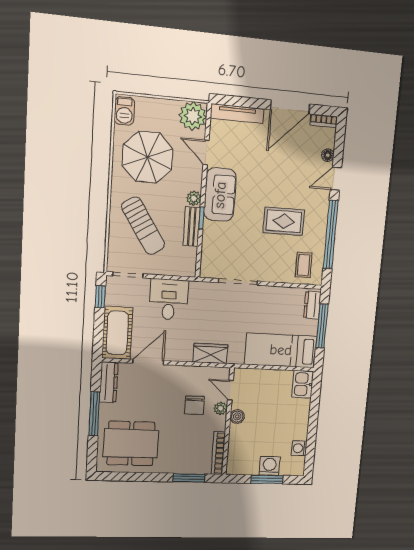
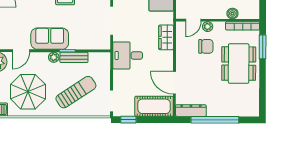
desk: (169, 299) -> (128, 55), moved
window: (94, 414) -> (215, 120), width x1.46
boiler: (237, 417) -> (232, 14), moved
dining table: (131, 443) -> (239, 64), moved

